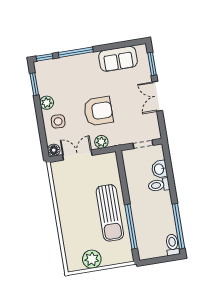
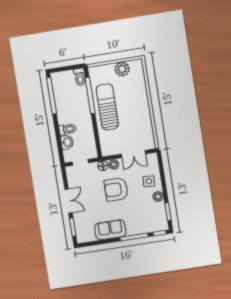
sofa: (118, 59) -> (110, 230), moved
floor lamp: (54, 150) -> (103, 166), moved
toilet: (173, 245) -> (80, 77), moved

